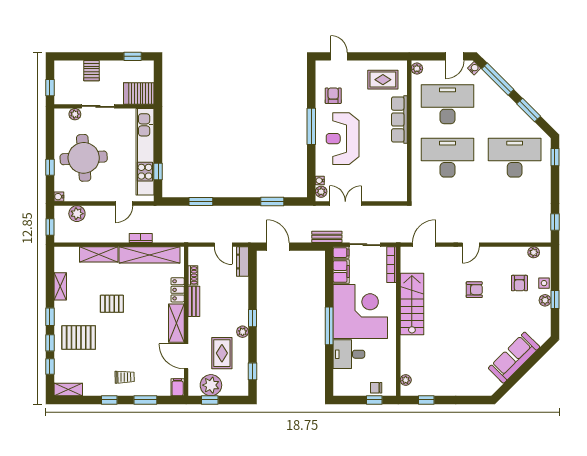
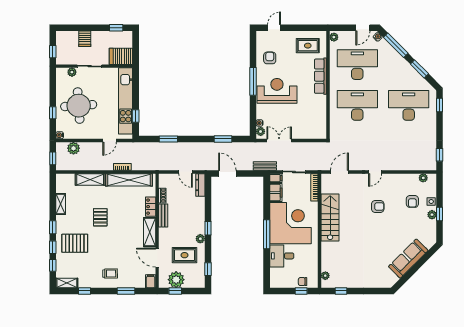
door: (339, 56) -> (274, 28), hinge flipped
reception desk: (343, 139) -> (277, 91), turned 90
pallet: (112, 304) -> (100, 217), turned 90
rug: (222, 353) -> (184, 255), turned 90
window: (109, 400) -> (85, 291), moved

